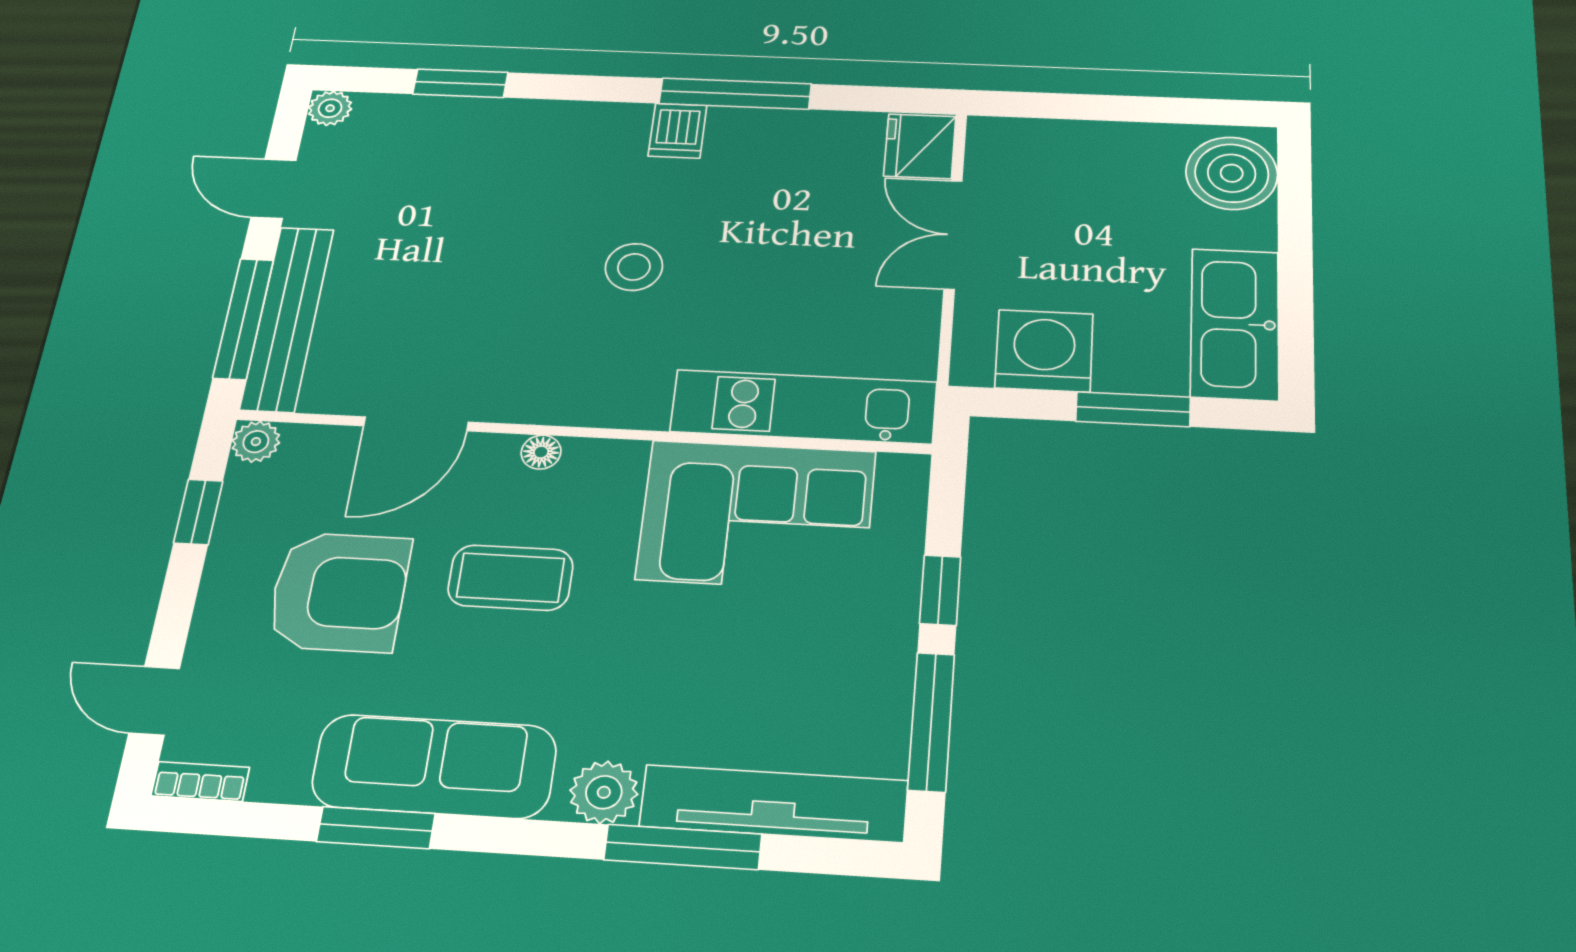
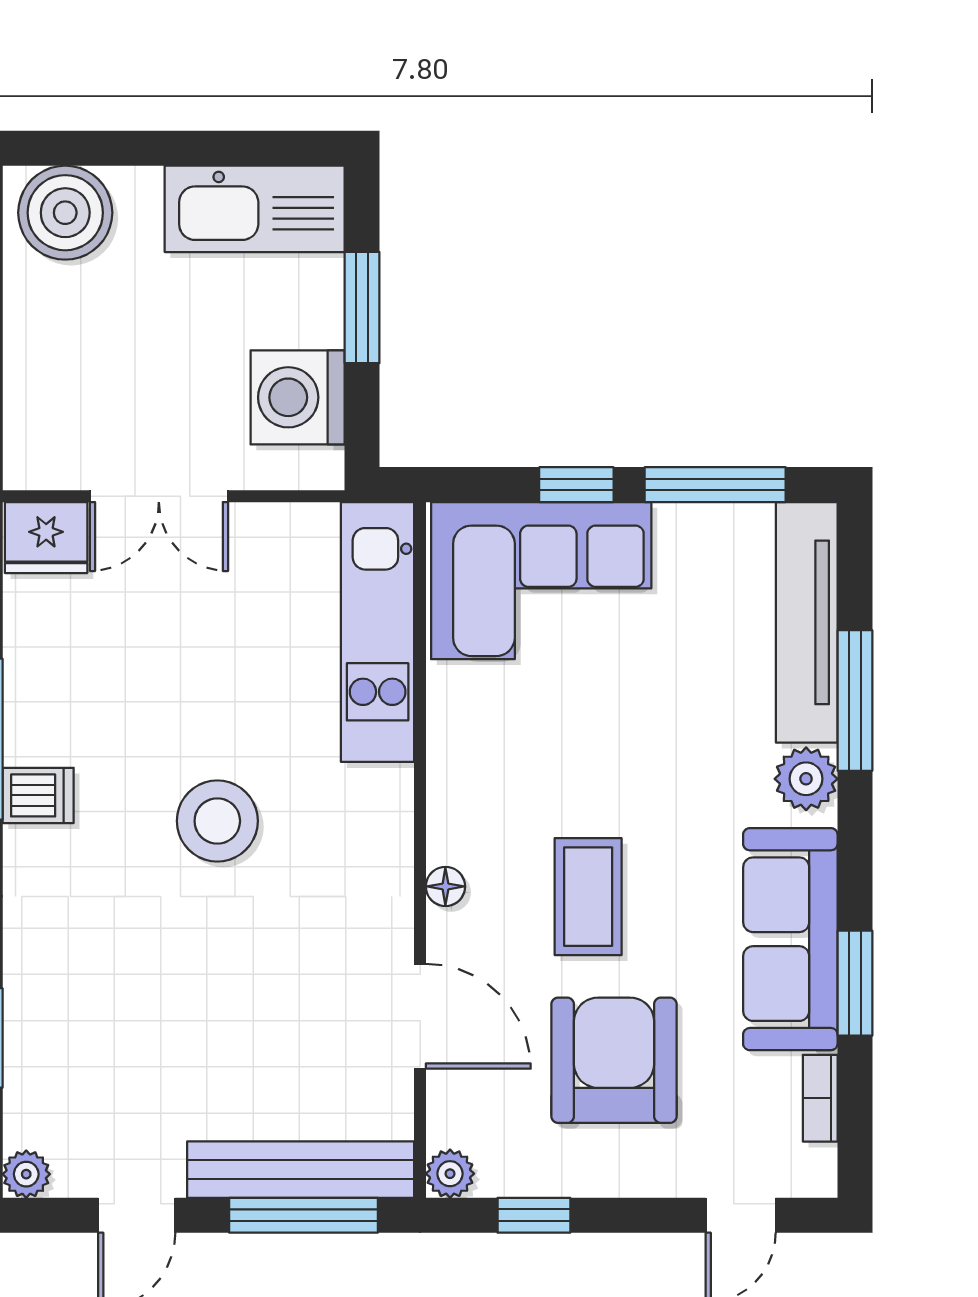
stool: (634, 267) -> (217, 821), width x1.38, depth x1.38
corner sofa: (757, 515) -> (541, 581), moved, turned 90
bookcase: (200, 782) -> (820, 1098), moved

